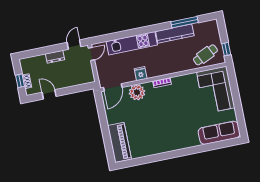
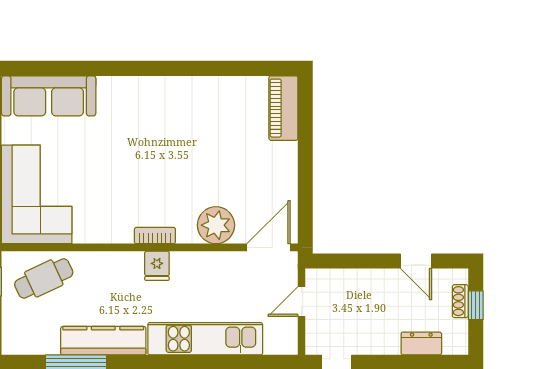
door: (91, 54) -> (302, 302), moved
dresser: (55, 57) -> (421, 344), moved
fridge: (141, 74) -> (157, 266), moved
piano: (119, 142) -> (283, 108), width x0.73, depth x0.75

